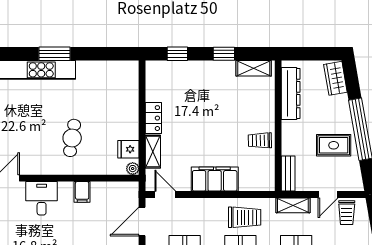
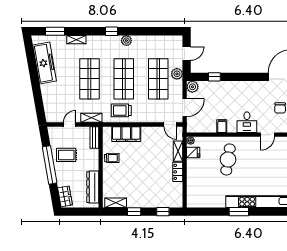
cafe table: (72, 138) -> (228, 159), width x1.37, depth x1.35
filing cabinet: (215, 179) -> (126, 134), moved
trolley: (347, 213) -> (58, 113), removed

